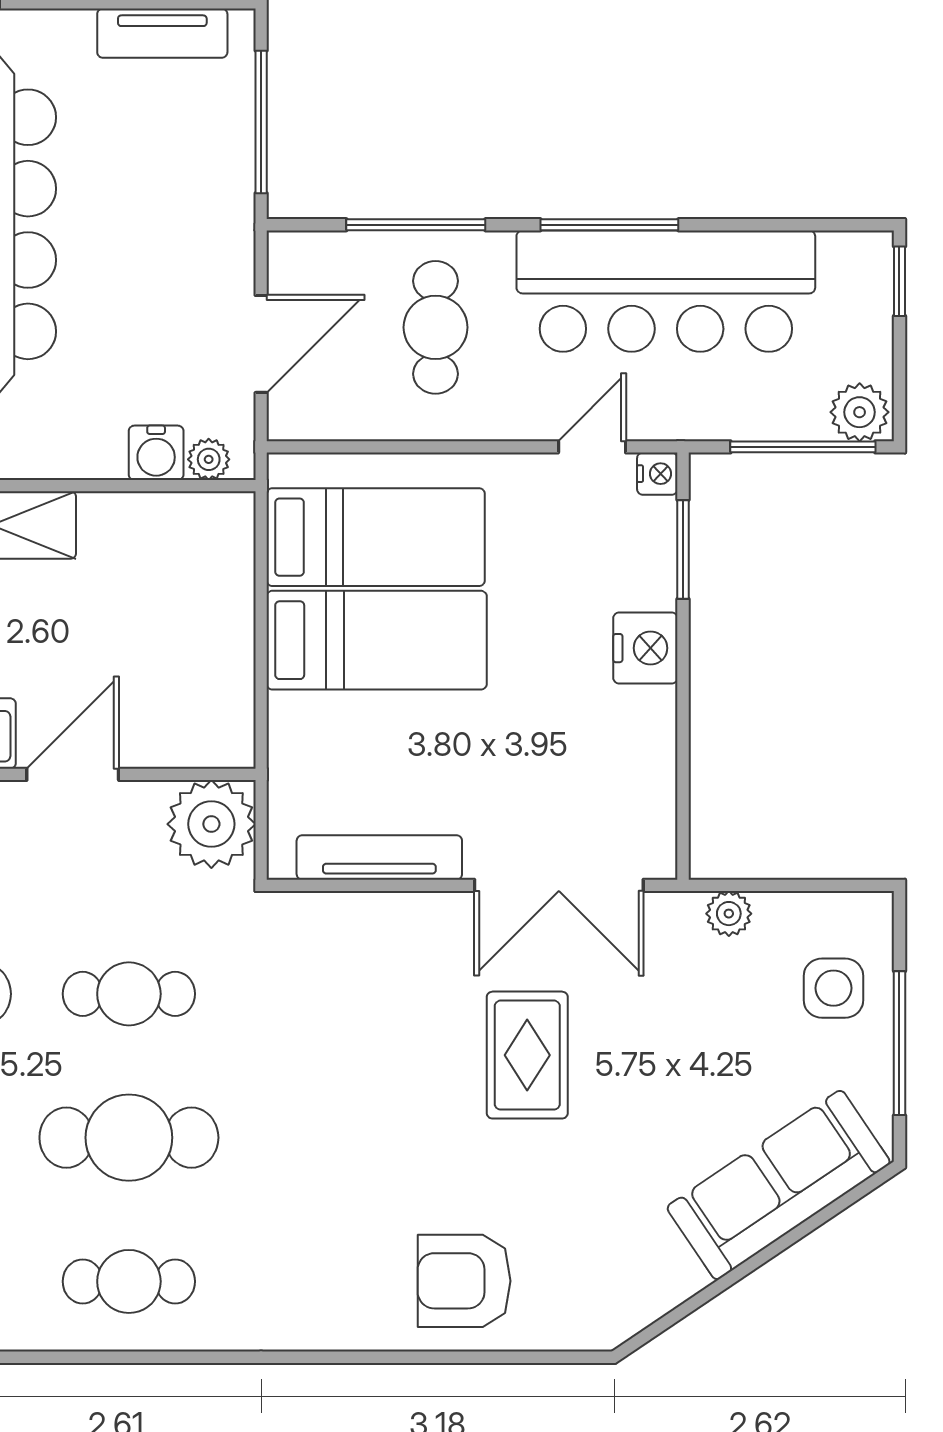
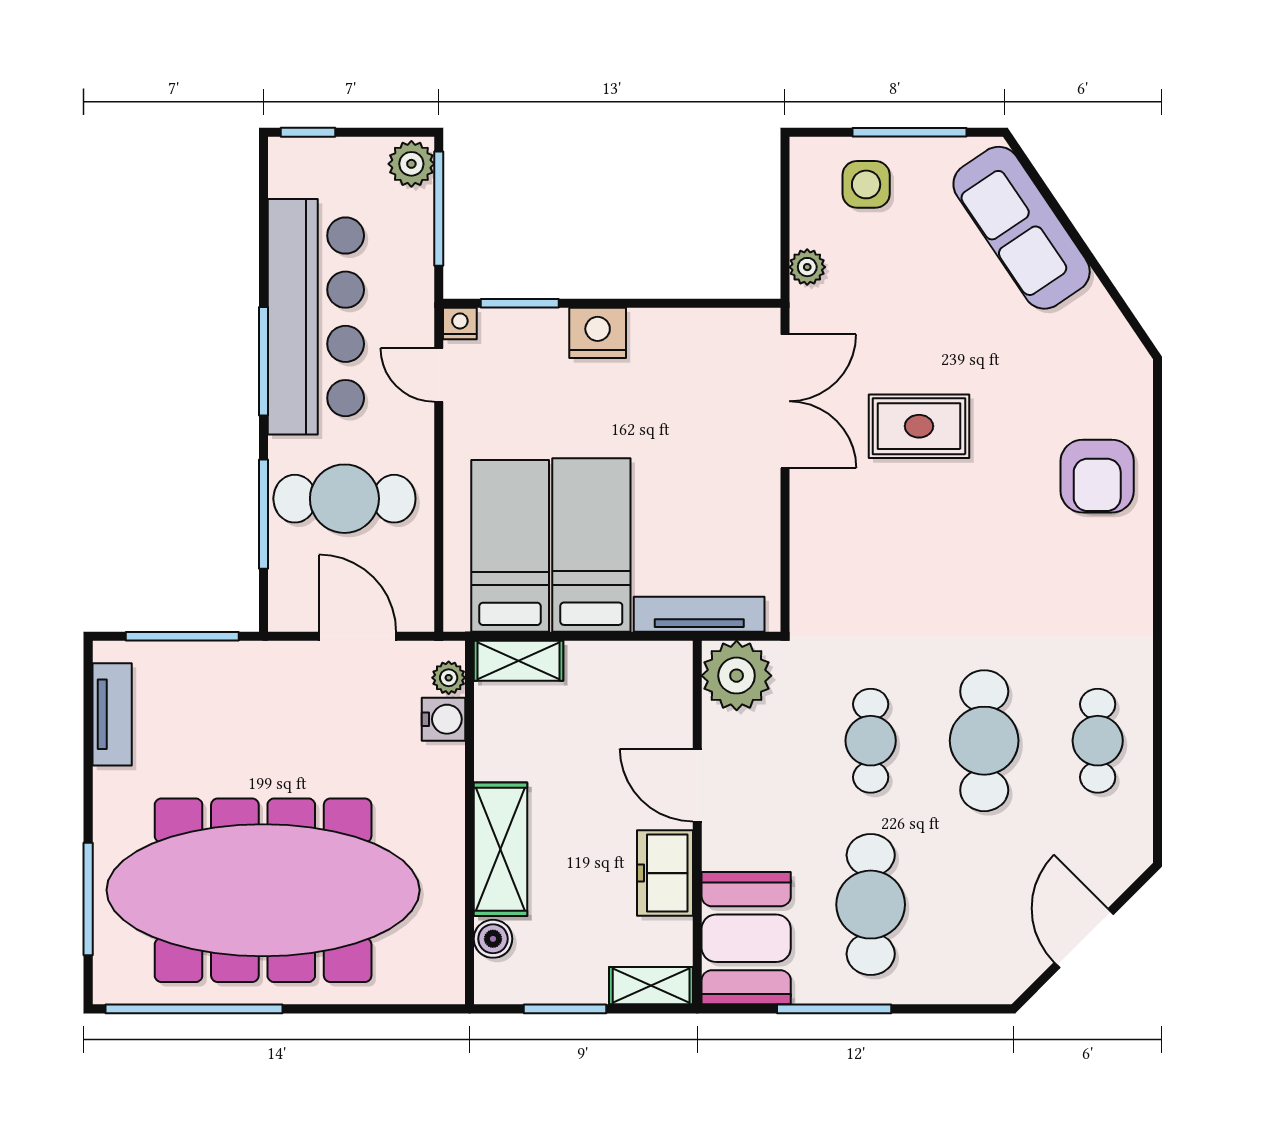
cafe table: (436, 327) -> (344, 499), width x1.37, depth x1.35
shelving: (230, 548) -> (518, 661), added
tv unit: (379, 857) -> (699, 614), moved, turned 90

